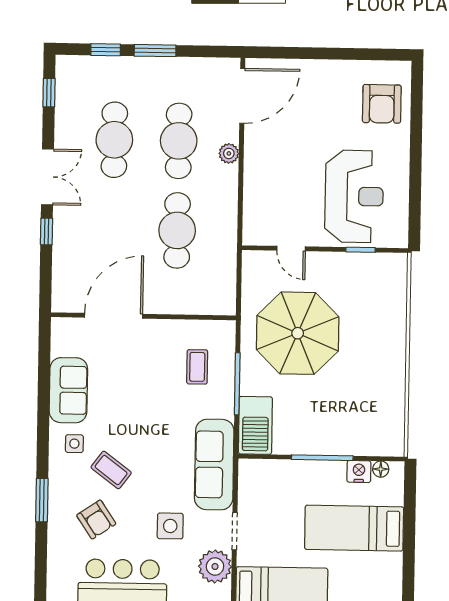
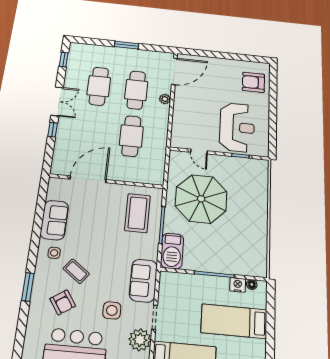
window: (106, 50) -> (99, 42), removed
armchair: (382, 104) -> (253, 82), turned 90
coffee table: (197, 367) -> (137, 213), width x1.86, depth x1.72
sofa: (214, 464) -> (143, 281), width x0.73

